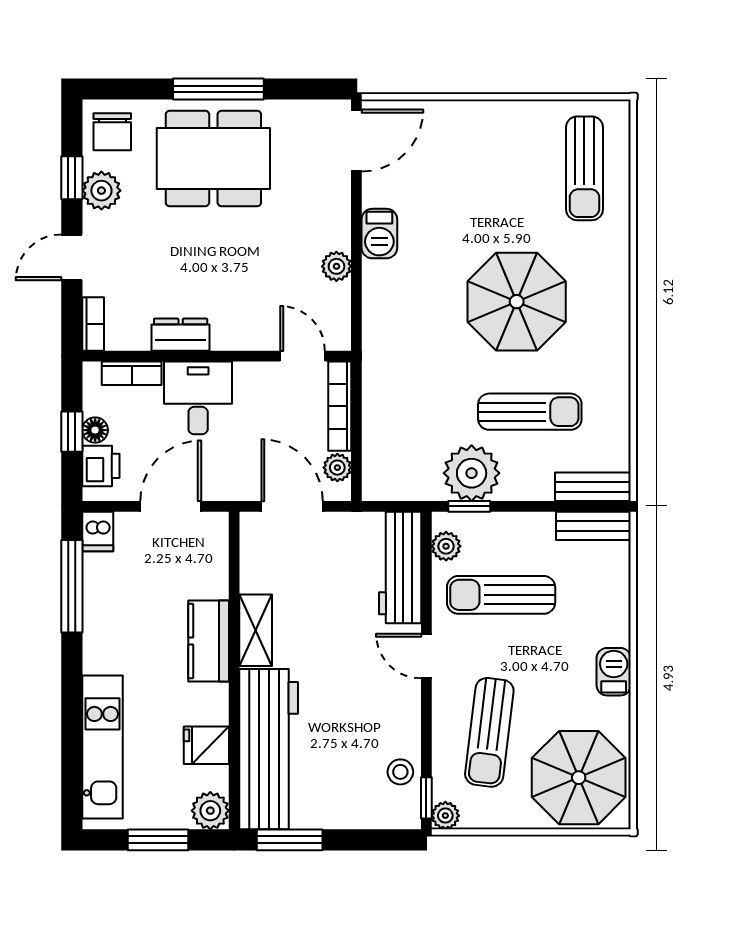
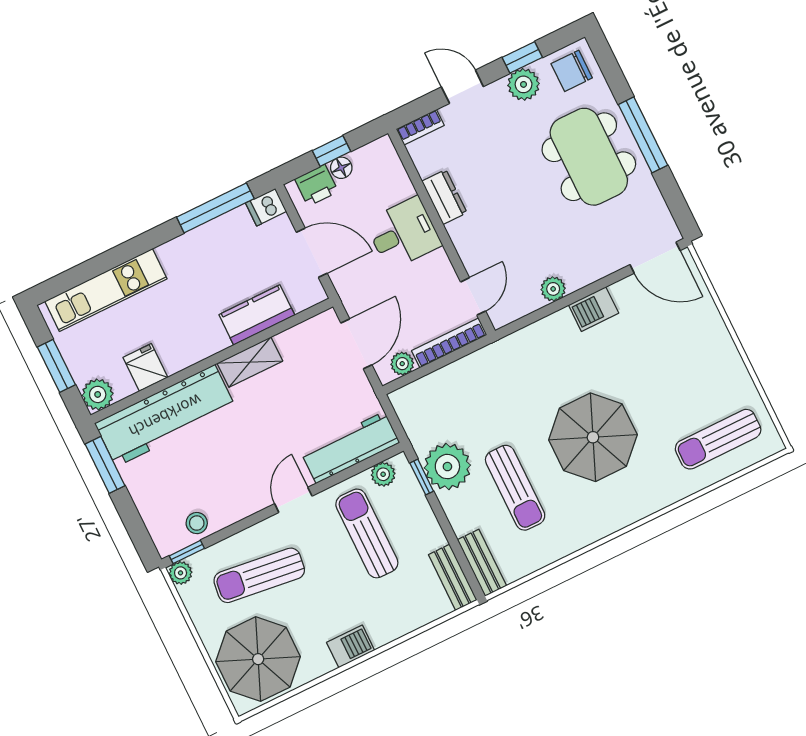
bookcase: (132, 373) -> (397, 174), removed
kitchen counter: (209, 641) -> (257, 315), moved

